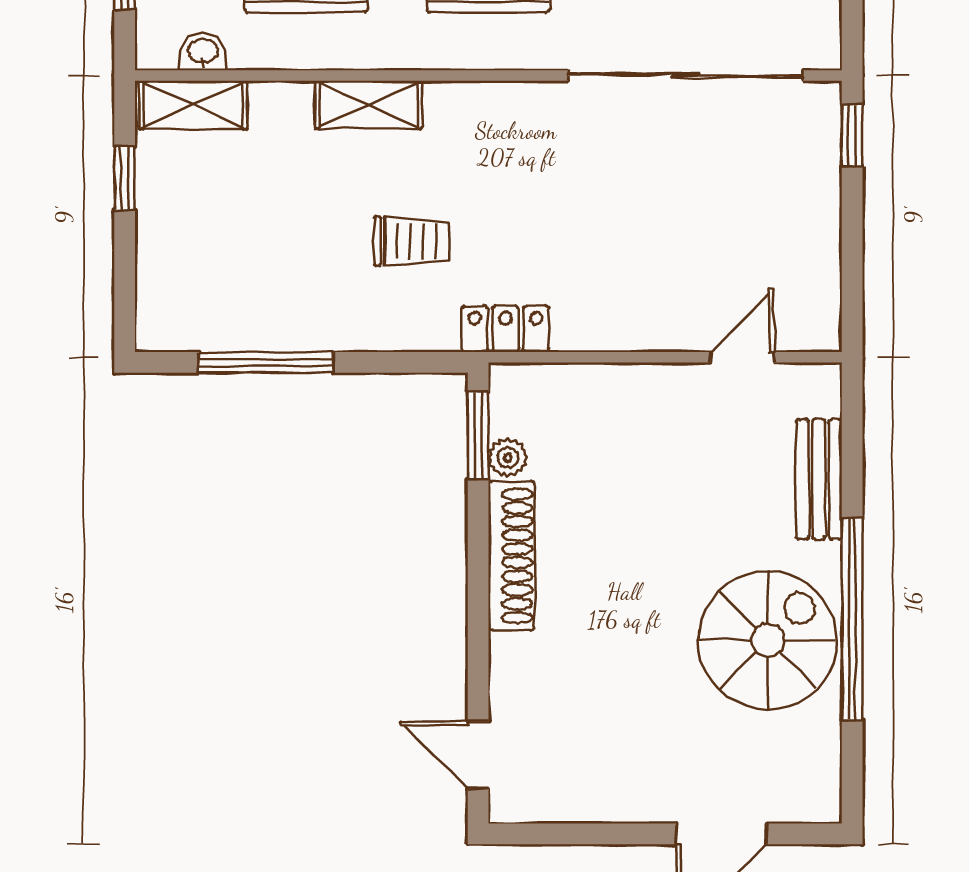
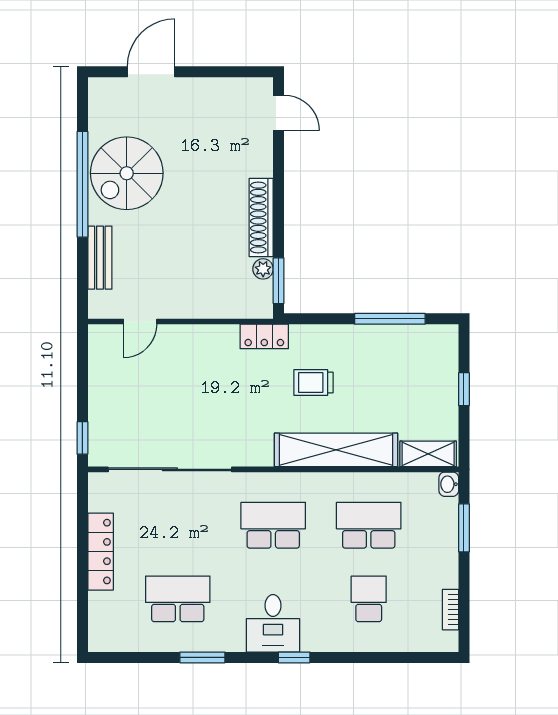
washbasin: (203, 52) -> (449, 484), moved, turned 90
shelving: (369, 105) -> (336, 450), width x2.20, depth x1.33
window: (125, 178) -> (464, 389), moved

